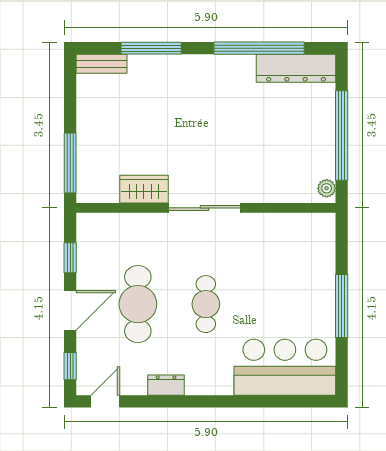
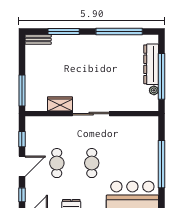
dresser: (296, 68) -> (151, 64), moved, turned 90
plant: (327, 188) -> (154, 90), moved
cafe table: (138, 304) -> (57, 163), width x0.73, depth x0.74
window: (342, 306) -> (162, 164), width x1.46

